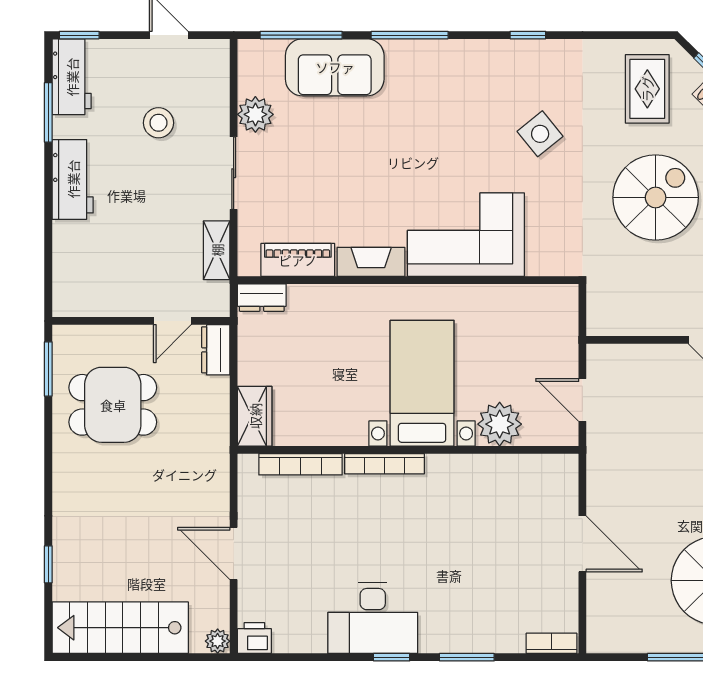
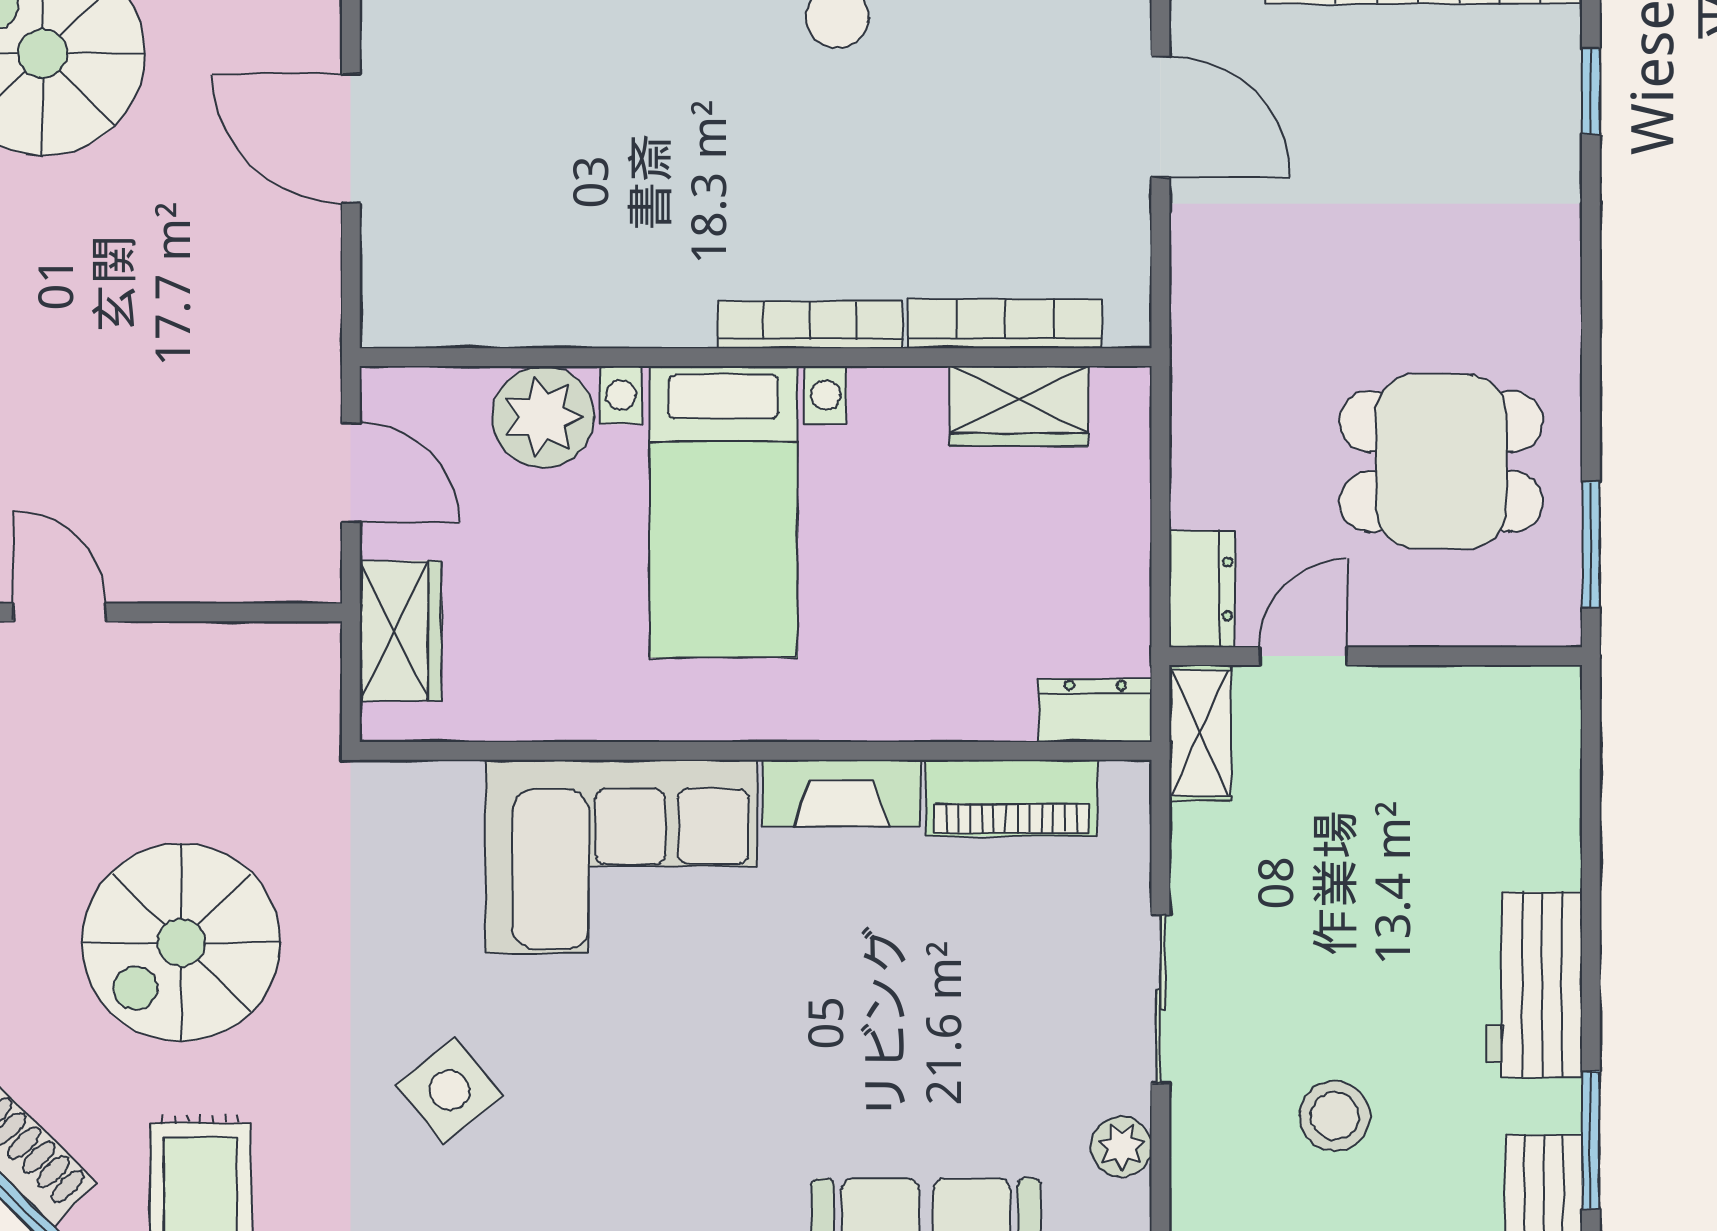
plant: (255, 114) -> (1121, 1147), width x0.73, depth x0.73
shelving: (217, 250) -> (1200, 733), moved
wardrobe: (561, 332) -> (400, 631), added
wardrobe: (255, 416) -> (1019, 406), moved, turned -90

